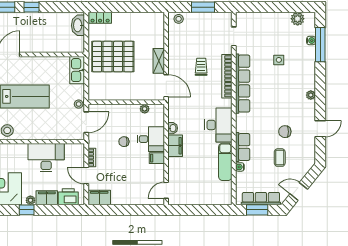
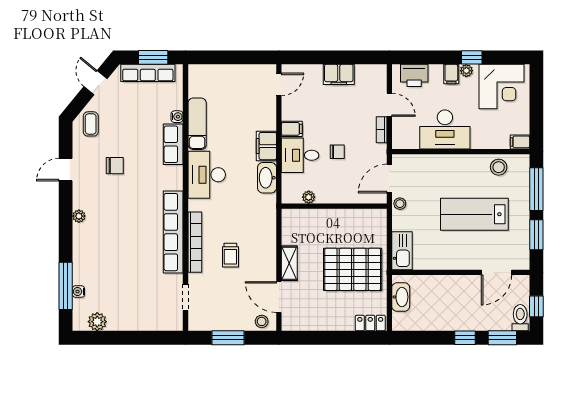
washbasin: (78, 25) -> (401, 297), moved
side table: (279, 60) -> (123, 265), removed
door: (166, 86) -> (279, 297), moved
washbasin: (173, 128) -> (267, 178), width x1.91, depth x1.45
coffee table: (280, 158) -> (91, 124), moved
door: (299, 192) -> (96, 83), swing flipped
filing cabinet: (47, 198) -> (451, 74), width x0.50
filing cabinet: (99, 198) -> (339, 74), moved

